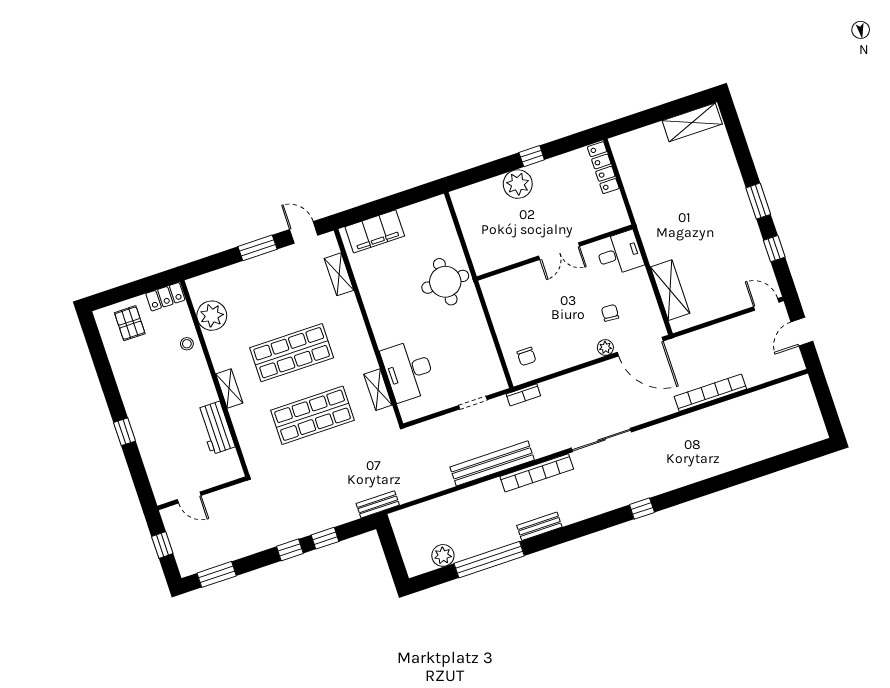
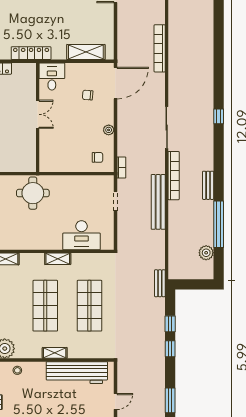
locker: (643, 213) -> (31, 53), added
plant: (605, 348) -> (109, 130), moved
shelving: (378, 390) -> (58, 259), moved
workbench: (216, 428) -> (77, 373), width x1.88, depth x1.32

